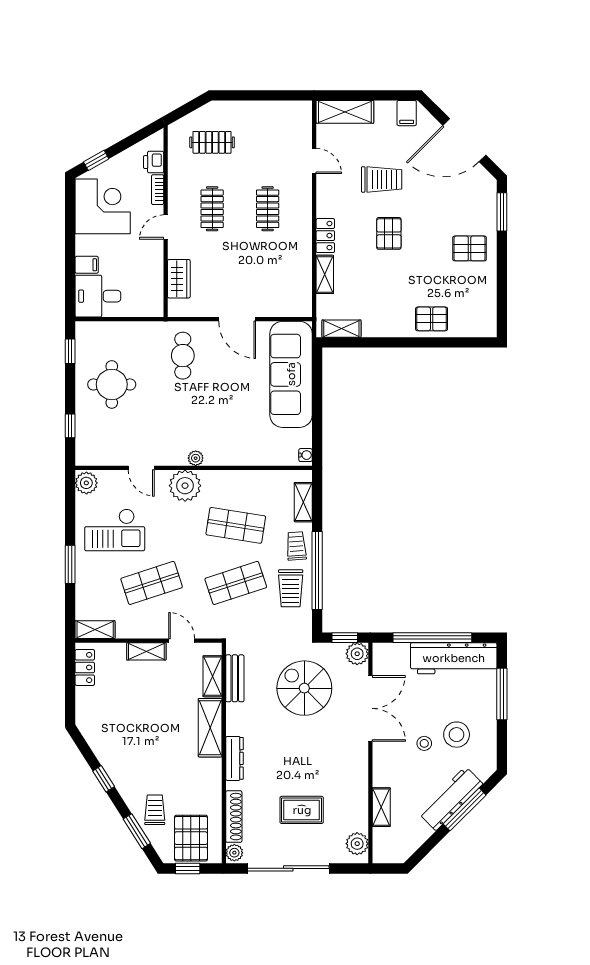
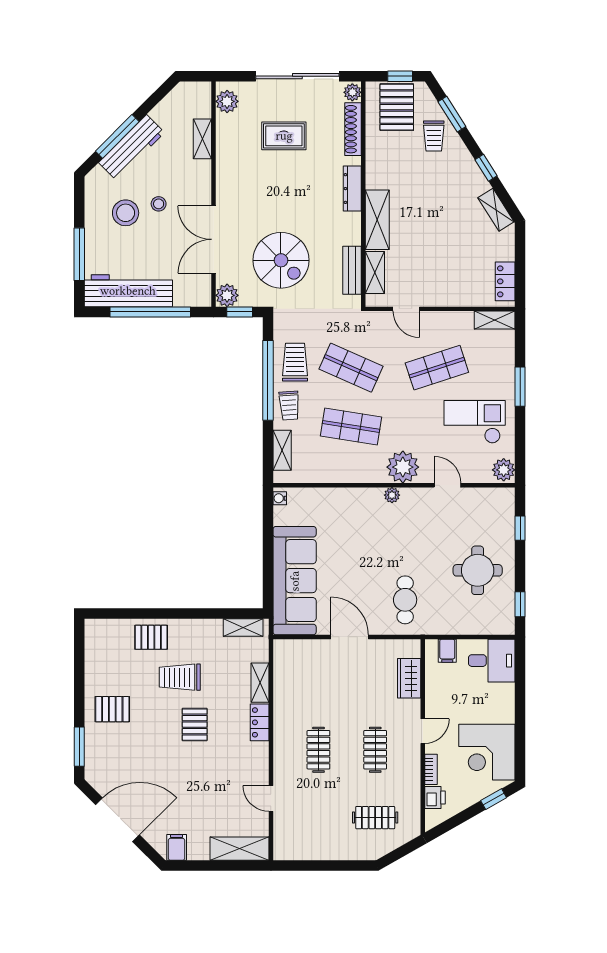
trolley: (382, 179) -> (180, 677), moved
filing cabinet: (87, 265) -> (447, 651), moved, turned -90
shop shelf: (236, 583) -> (351, 368), turned 42
shelving: (146, 651) -> (496, 210), moved, turned 58

